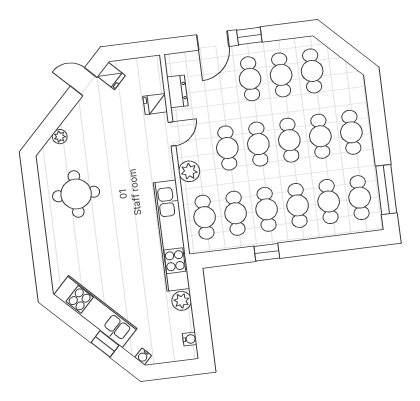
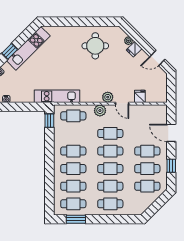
window: (249, 36) -> (171, 166), moved
fridge: (111, 76) -> (134, 49), moved
door: (84, 82) -> (157, 58), swing flipped
dresser: (177, 91) -> (145, 110), removed
window: (386, 189) -> (76, 219), width x0.69
cafe table: (236, 213) -> (73, 133), removed
kitchen unit: (172, 236) -> (57, 96), width x0.73
window: (267, 252) -> (49, 121), moved
plant: (182, 301) -> (108, 97), moved

